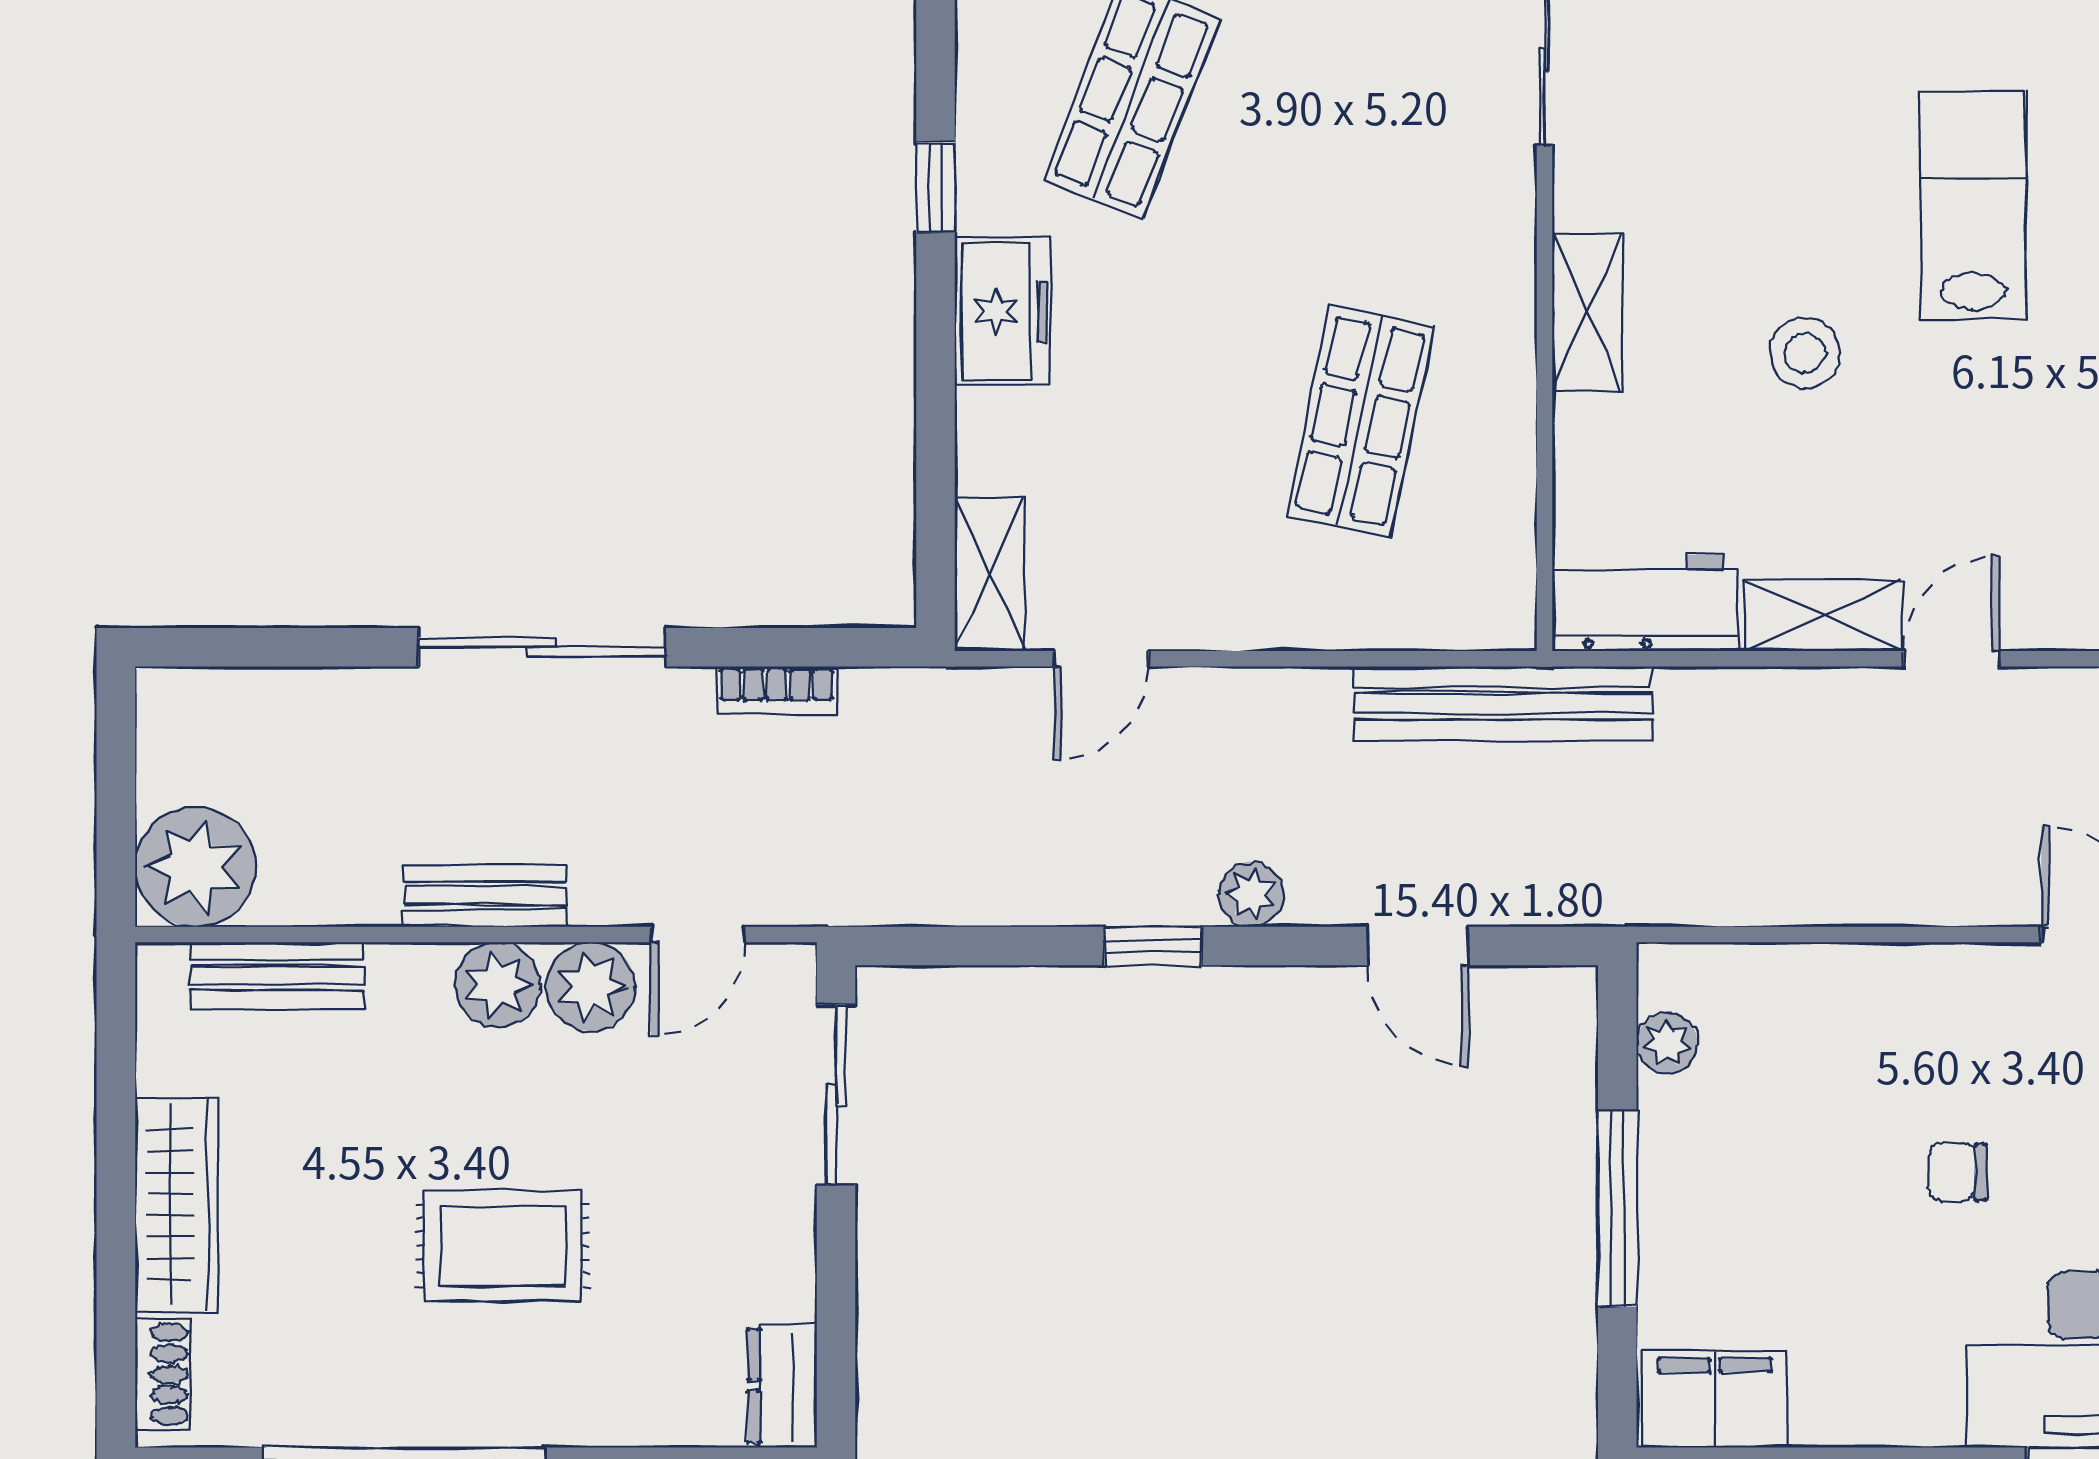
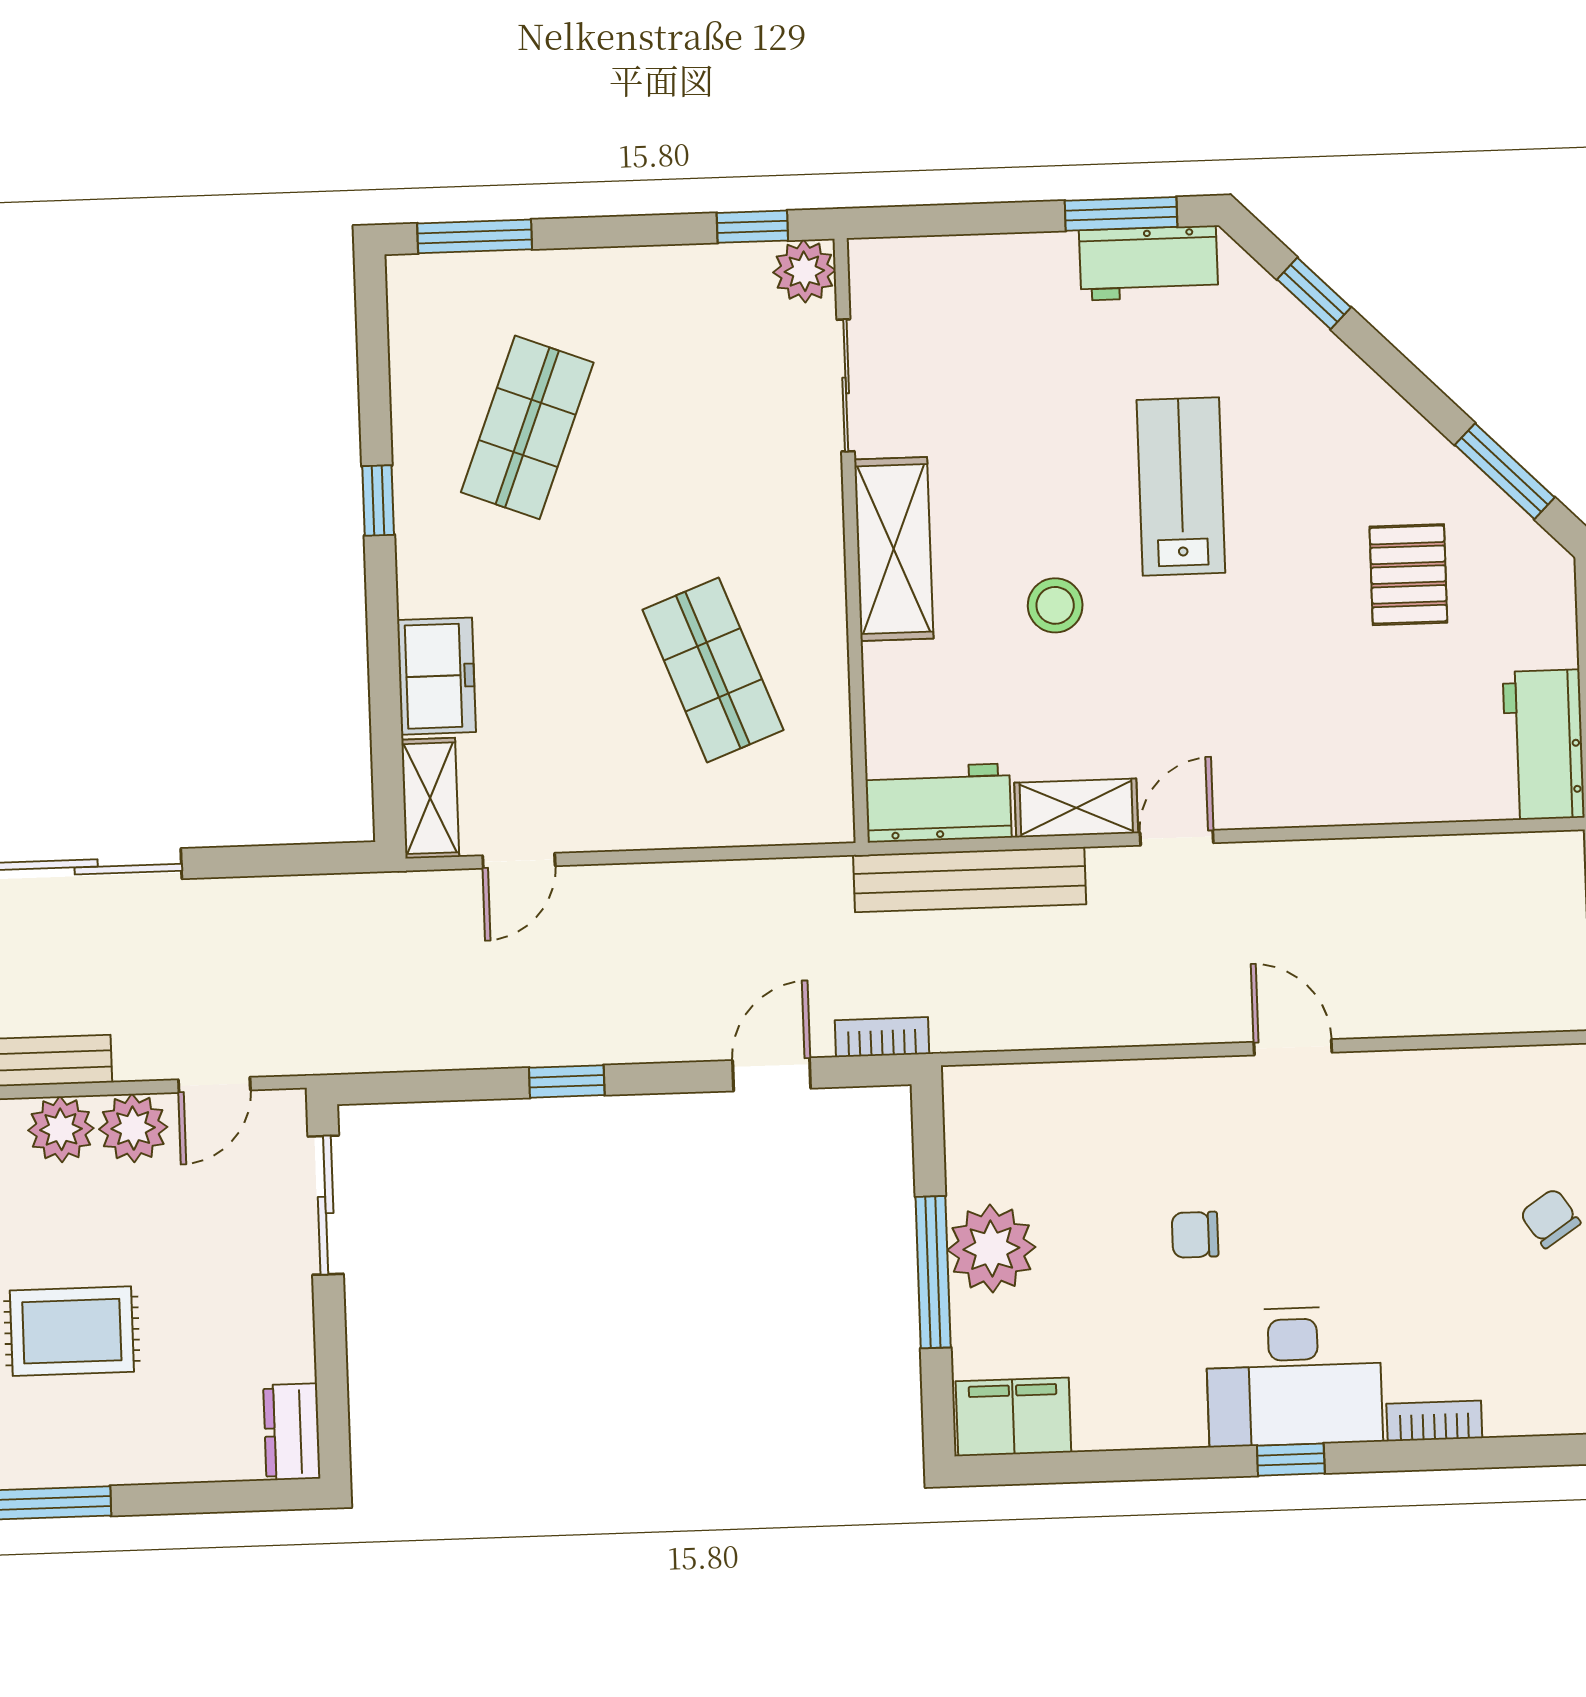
freezer: (1003, 311) -> (436, 676), moved
shelving: (1587, 312) -> (894, 549), width x1.50, depth x1.33
shop shelf: (1360, 421) -> (713, 670), turned -33
bookcase: (777, 690) -> (882, 1037), moved, turned 180
bench: (1503, 704) -> (970, 880), moved
plant: (1251, 894) -> (641, 1039), removed
door: (1418, 946) -> (772, 1074), swing flipped
plant: (1667, 1043) -> (991, 1249), moved, width x1.88, depth x1.88

